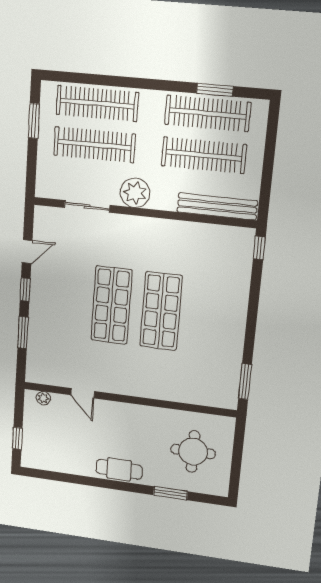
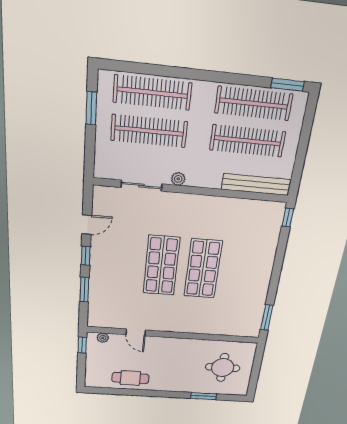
window: (215, 90) -> (288, 85), moved
plant: (135, 193) -> (178, 179), width x0.53, depth x0.53
window: (17, 438) -> (82, 345), moved
cafe table: (119, 469) -> (130, 378), moved

